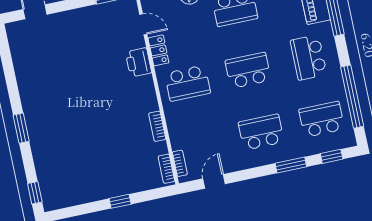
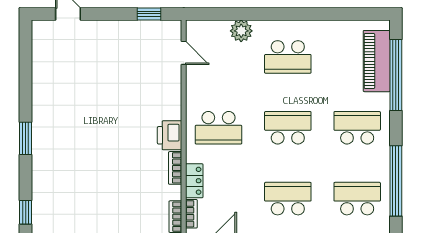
locker: (158, 50) -> (194, 181), moved
school desk: (309, 57) -> (357, 128), turned 90
printer: (139, 62) -> (170, 135), moved

